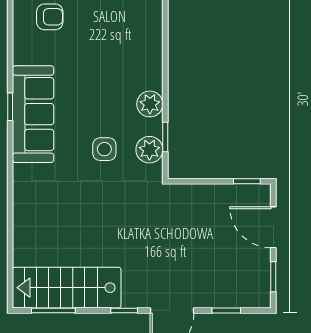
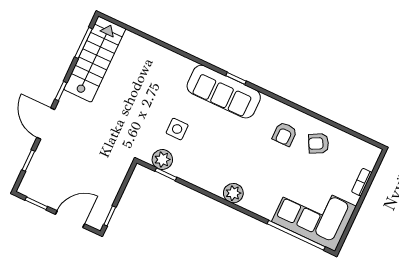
plant: (150, 104) -> (233, 193), moved

